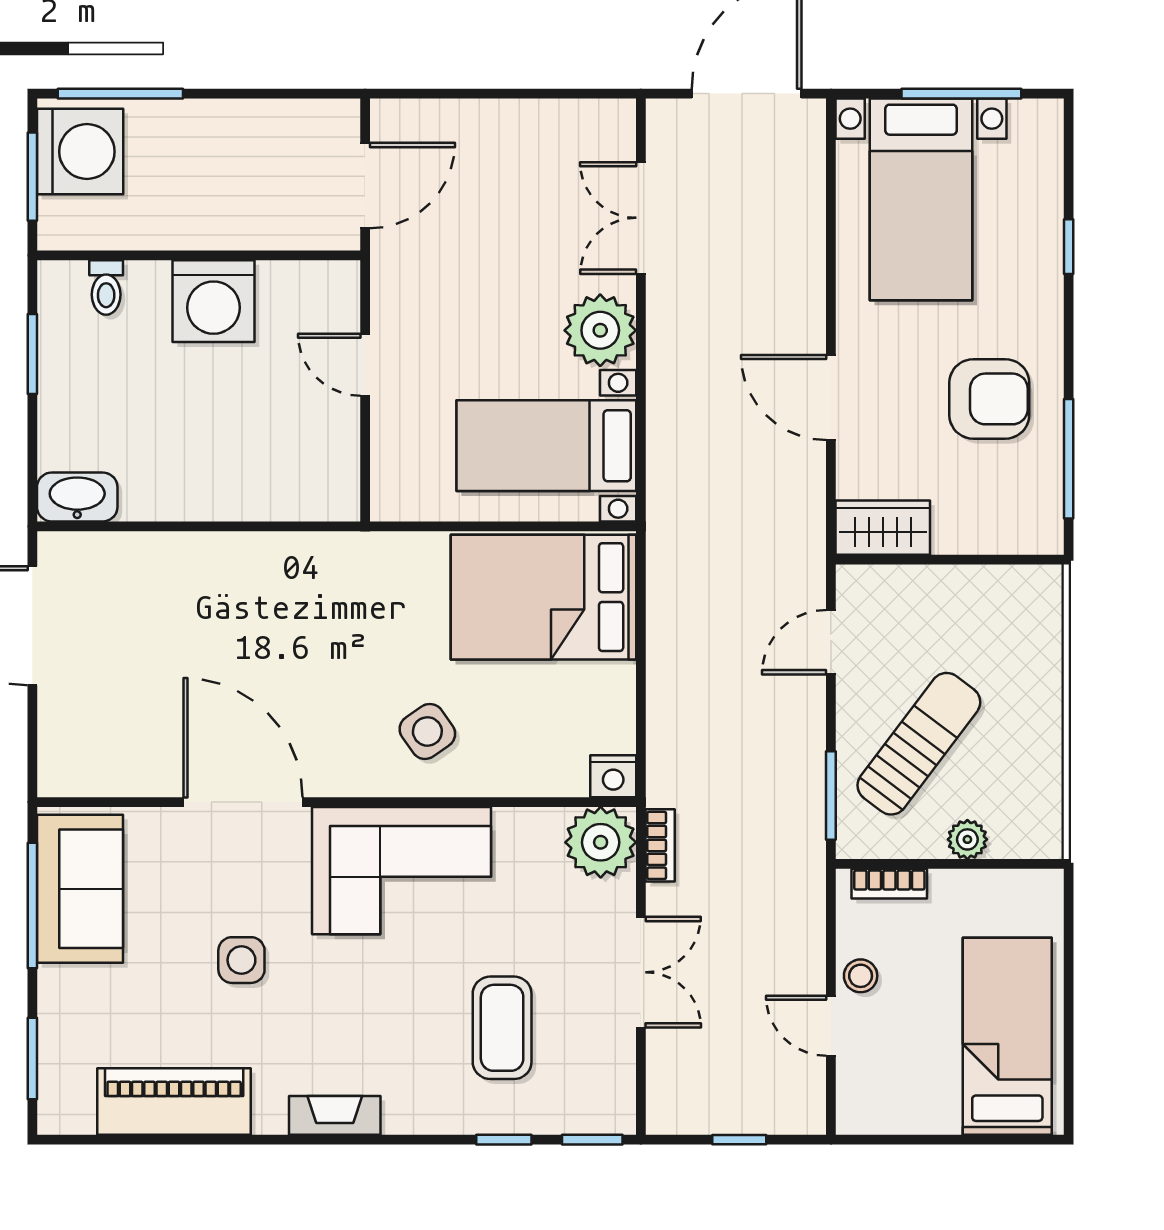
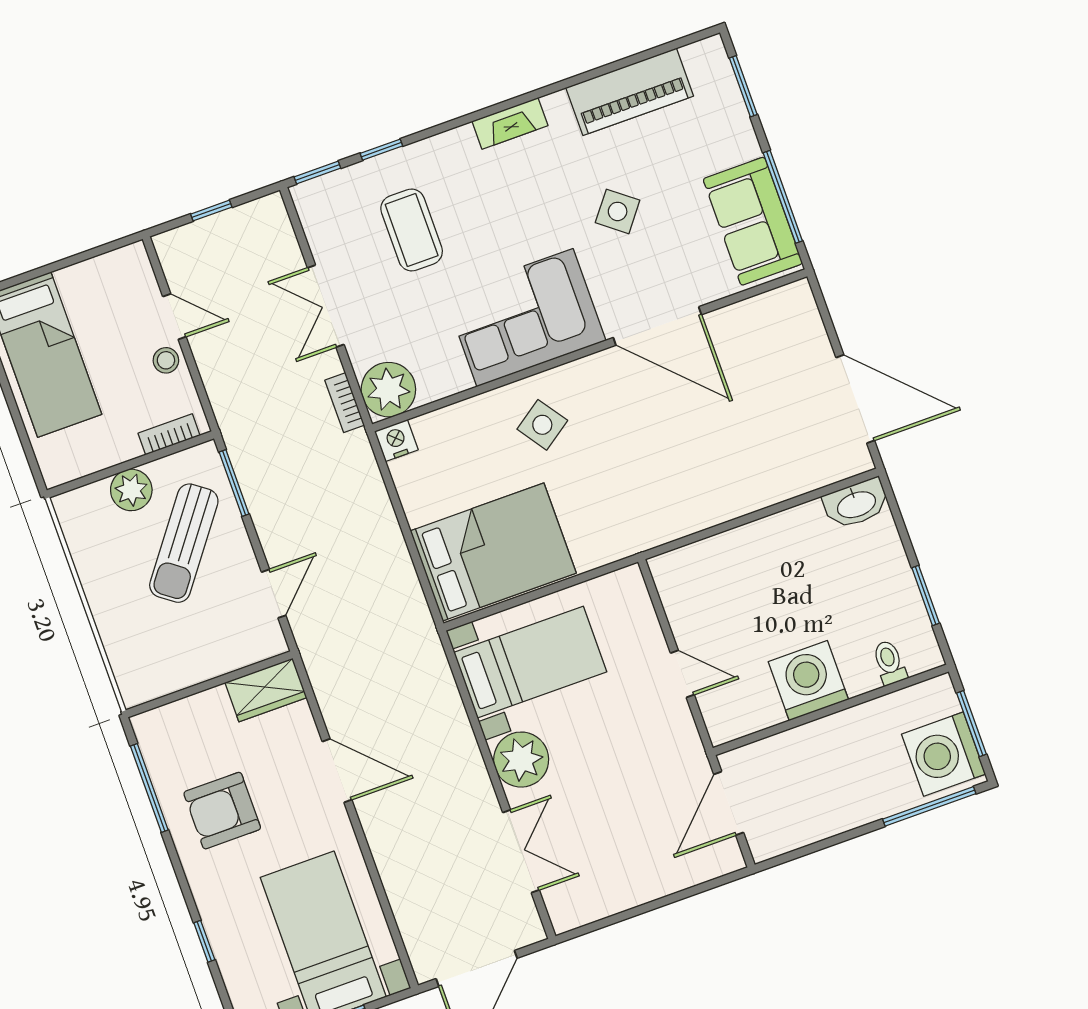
plant: (967, 839) -> (131, 490), width x1.38, depth x1.38
side table: (241, 960) -> (618, 211), turned 38

